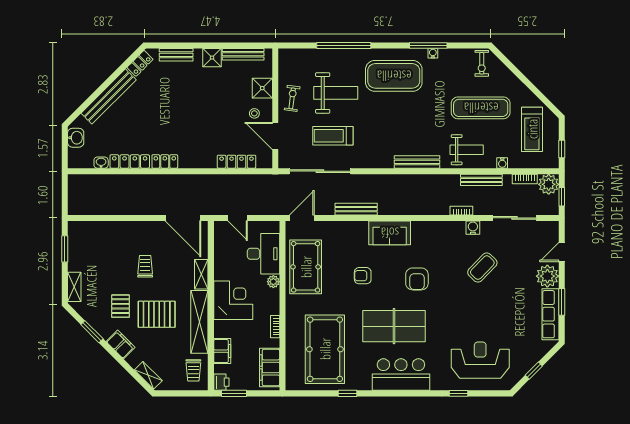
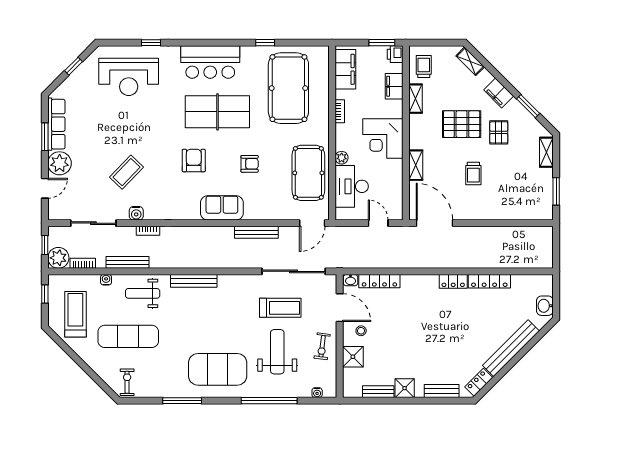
water cooler: (433, 53) -> (317, 393), moved
bench: (243, 54) -> (378, 392), width x0.73
weight bench: (336, 93) -> (277, 352), turned 90
washbasin: (101, 163) -> (350, 280), moved
shelving: (199, 322) -> (415, 99), width x0.45, depth x0.75

